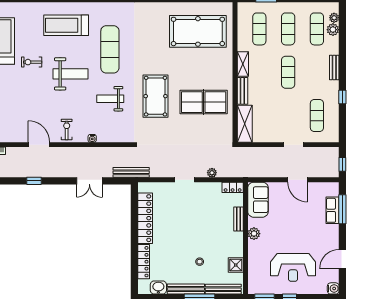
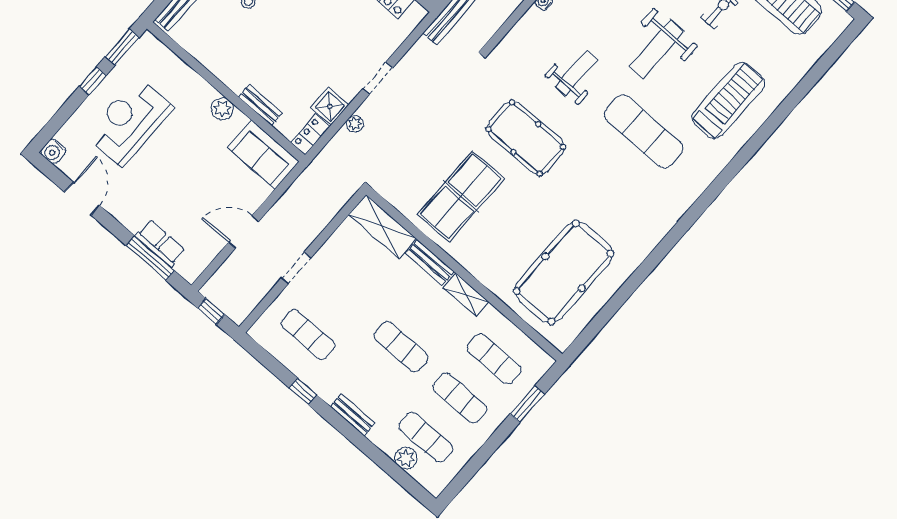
plant: (334, 18) -> (421, 474), removed
shower: (236, 265) -> (330, 106), moved

